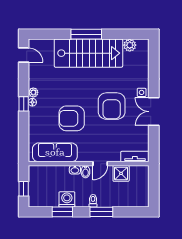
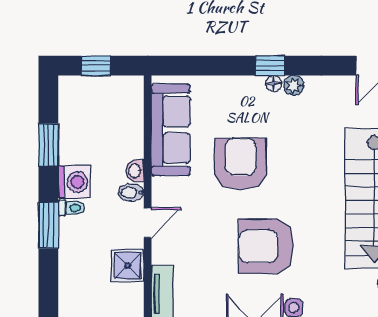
door: (100, 164) -> (148, 223), swing flipped
washing machine: (67, 199) -> (74, 182), moved

